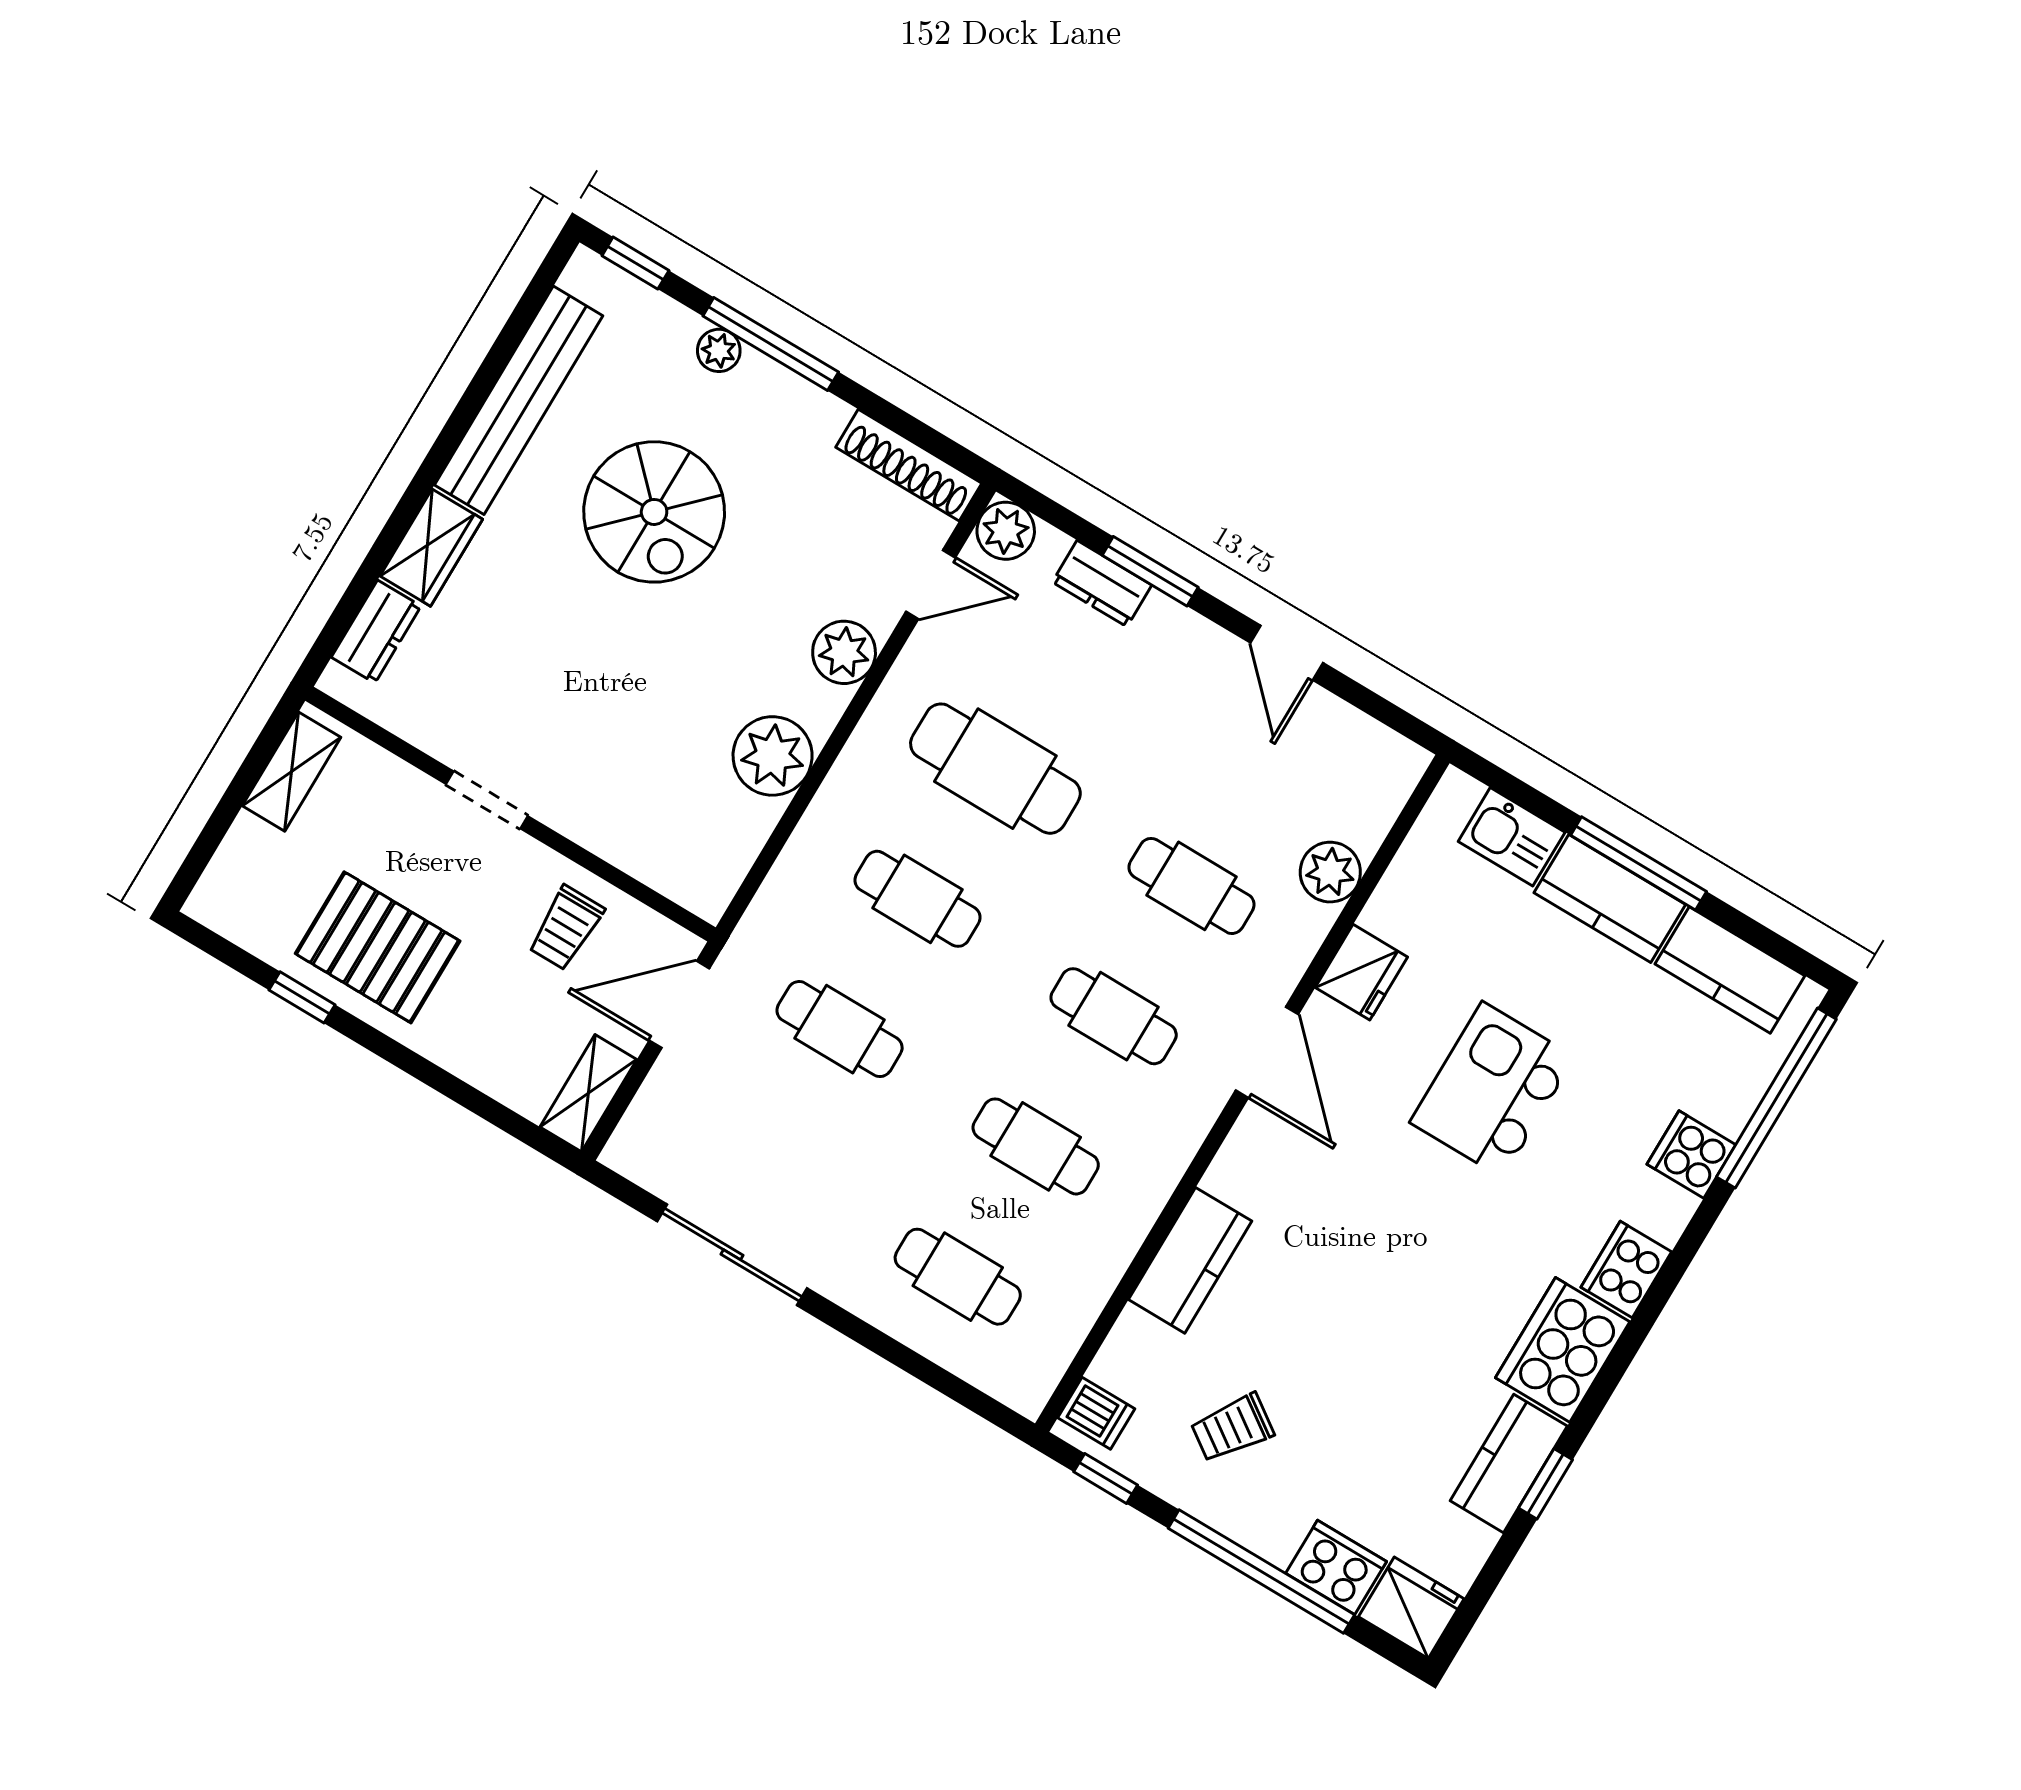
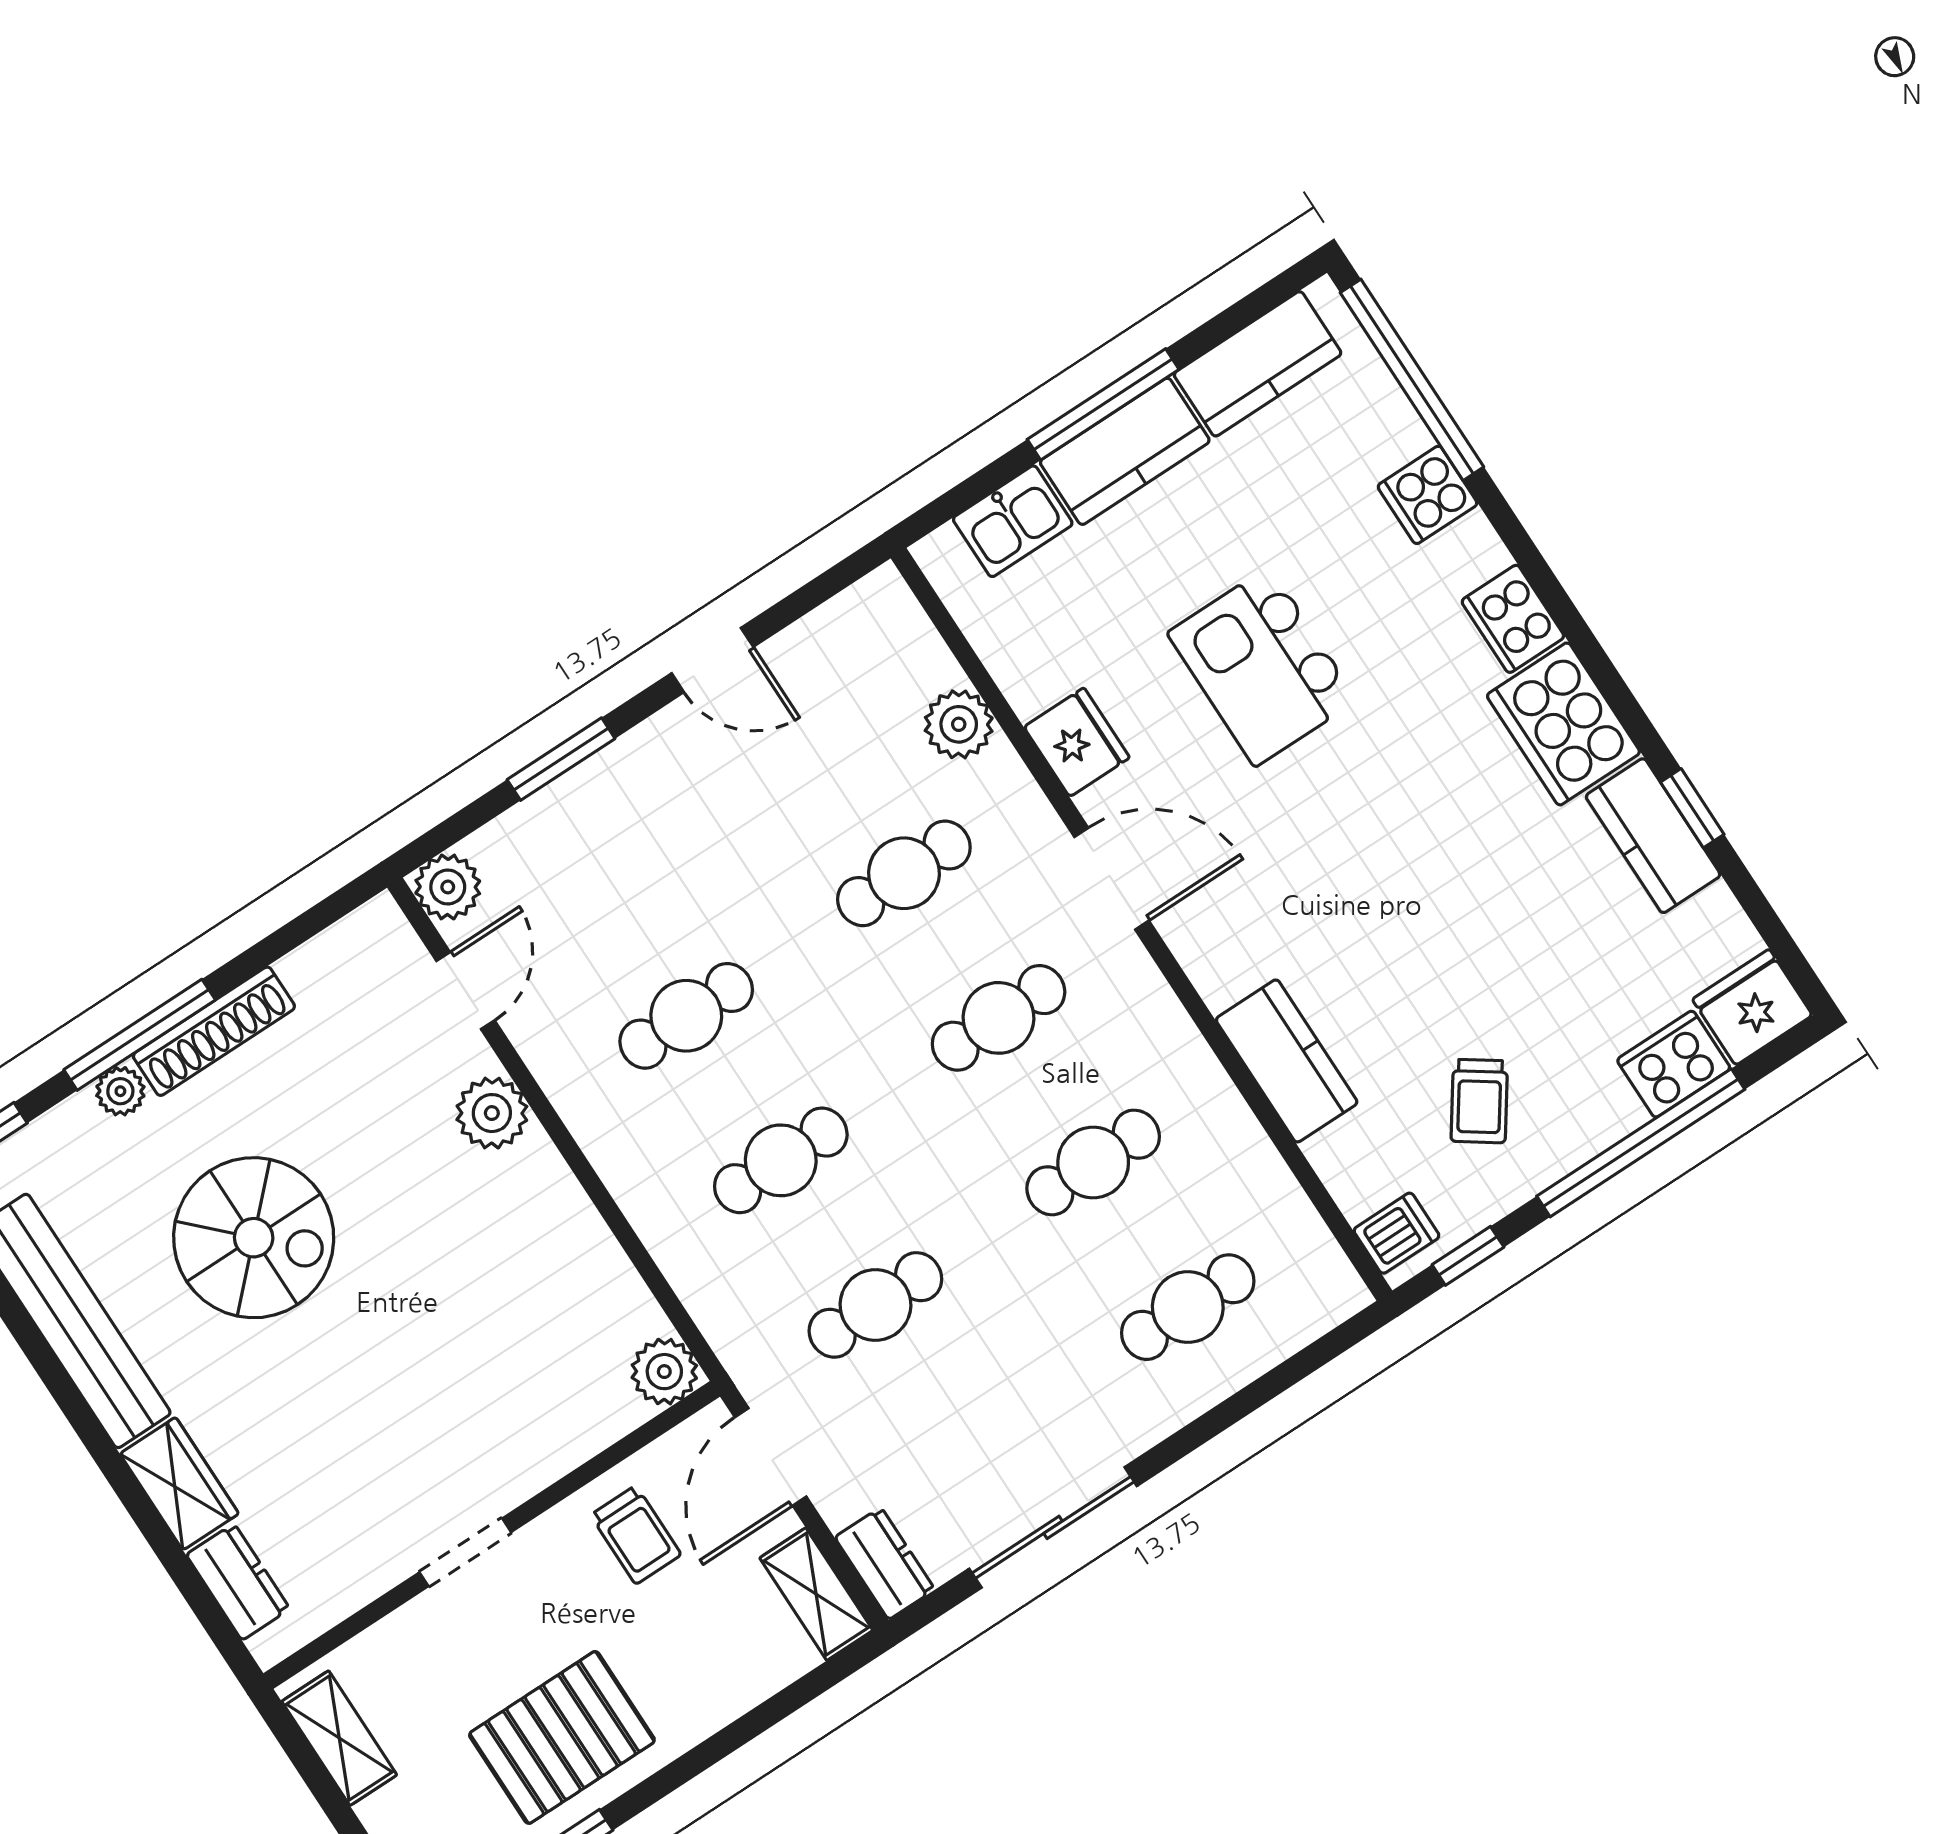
shoe rack: (909, 465) -> (214, 1031), moved
dresser: (1102, 584) -> (885, 1563), moved, turned -90
plant: (773, 756) -> (664, 1372), moved, width x0.73, depth x0.73
cafe table: (995, 769) -> (686, 1016), width x0.73, depth x0.74

